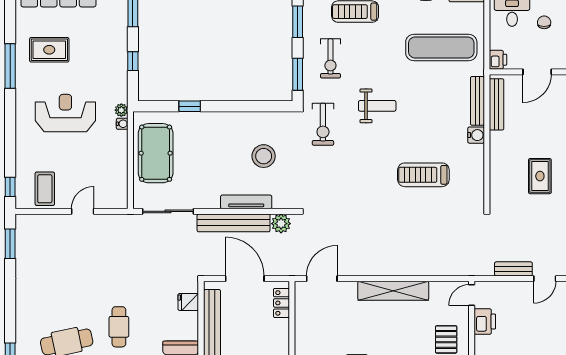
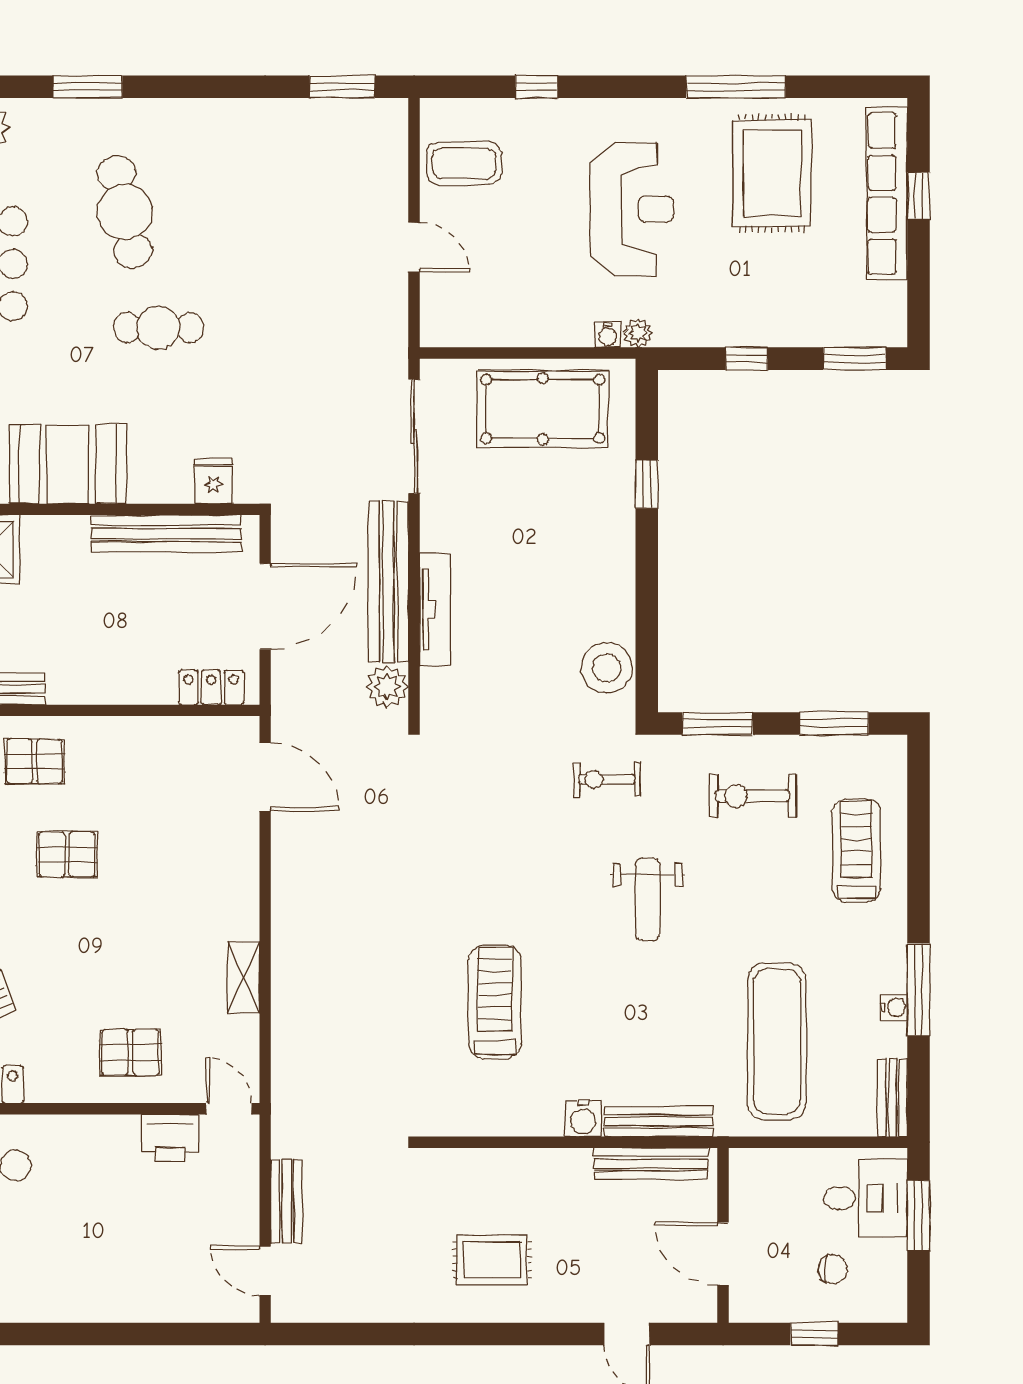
rug: (49, 50) -> (772, 173), width x1.36, depth x1.43
printer: (498, 60) -> (750, 1167), removed
exercise bike: (323, 124) -> (607, 779), width x0.73, depth x0.72
stool: (264, 156) -> (607, 668), moved
window: (10, 187) -> (536, 87), moved
shelving: (393, 291) -> (244, 978), width x0.45, depth x0.75

